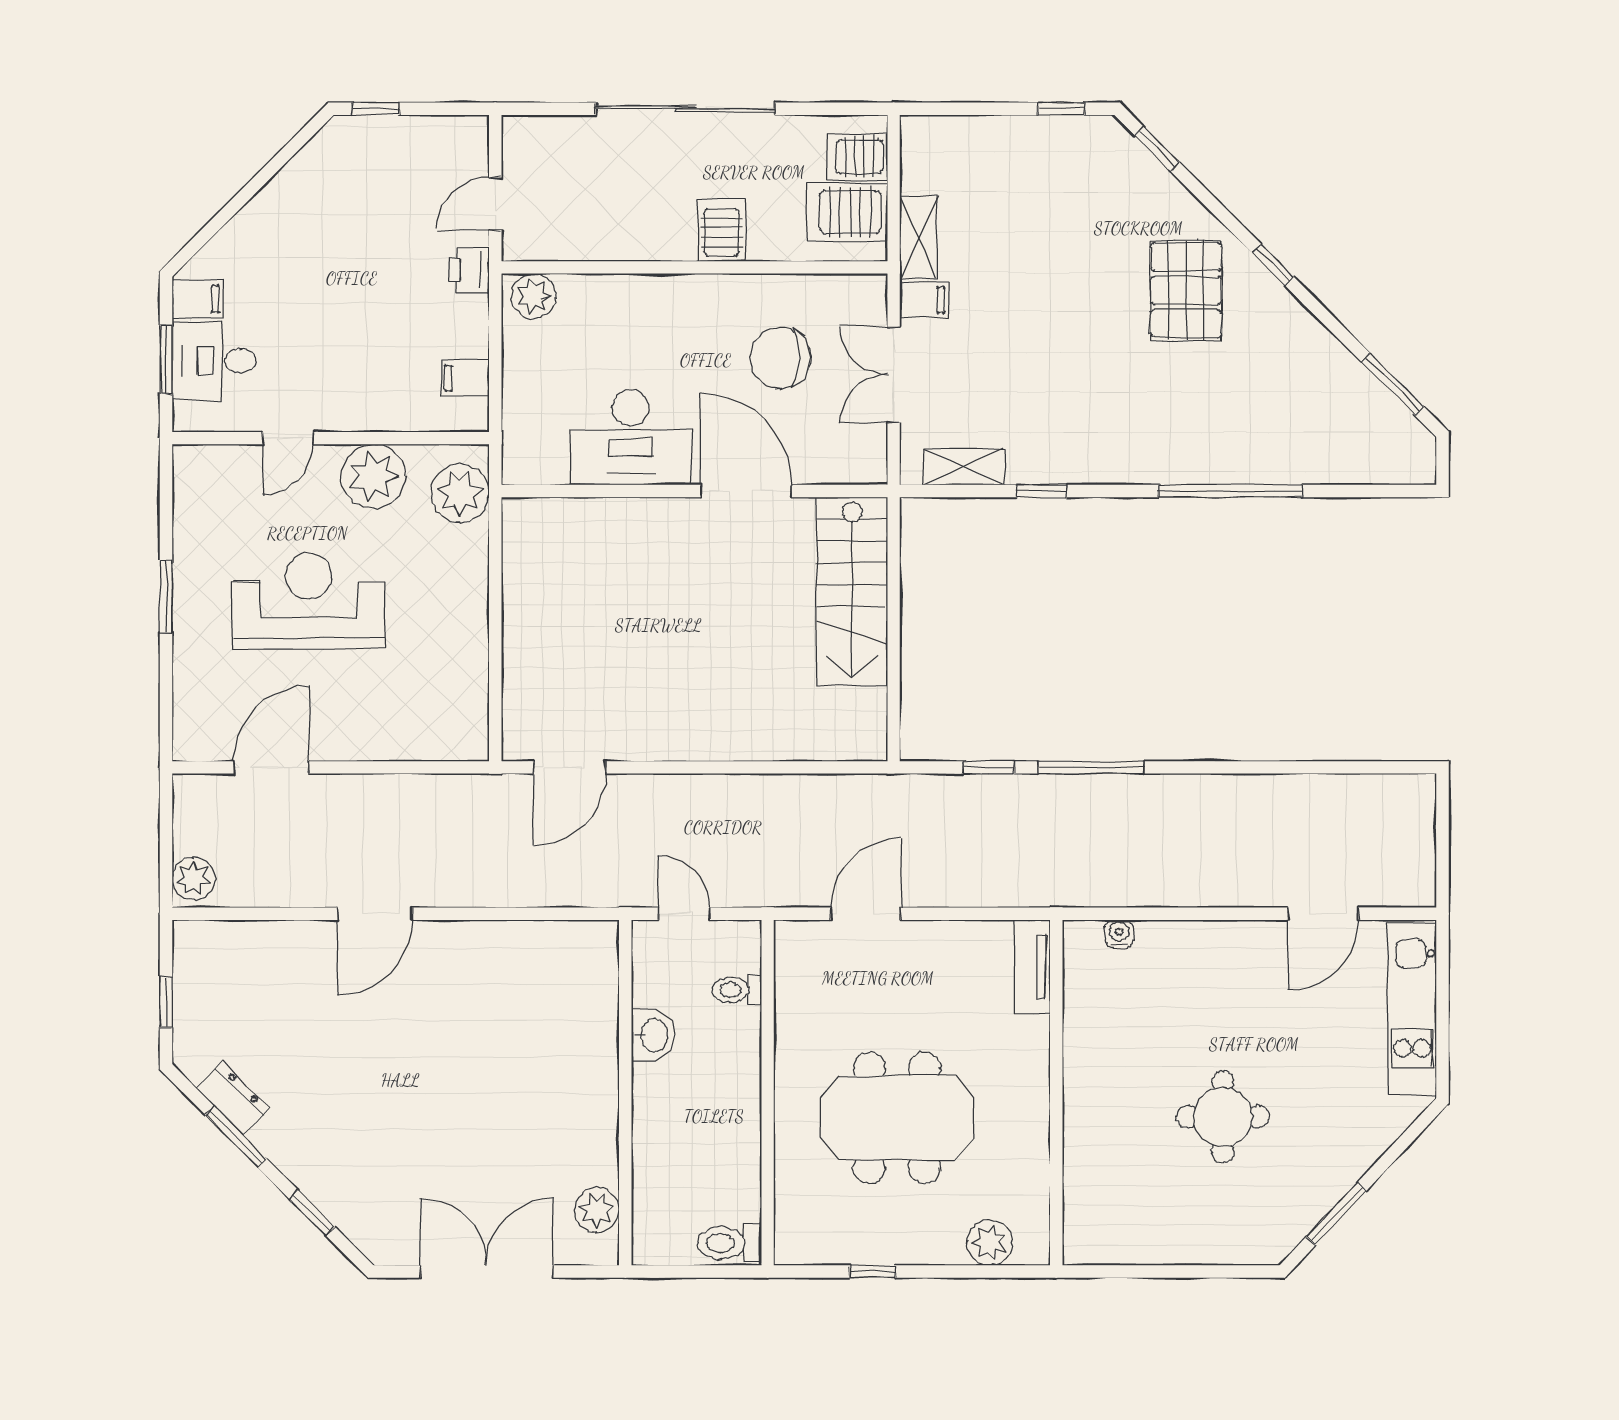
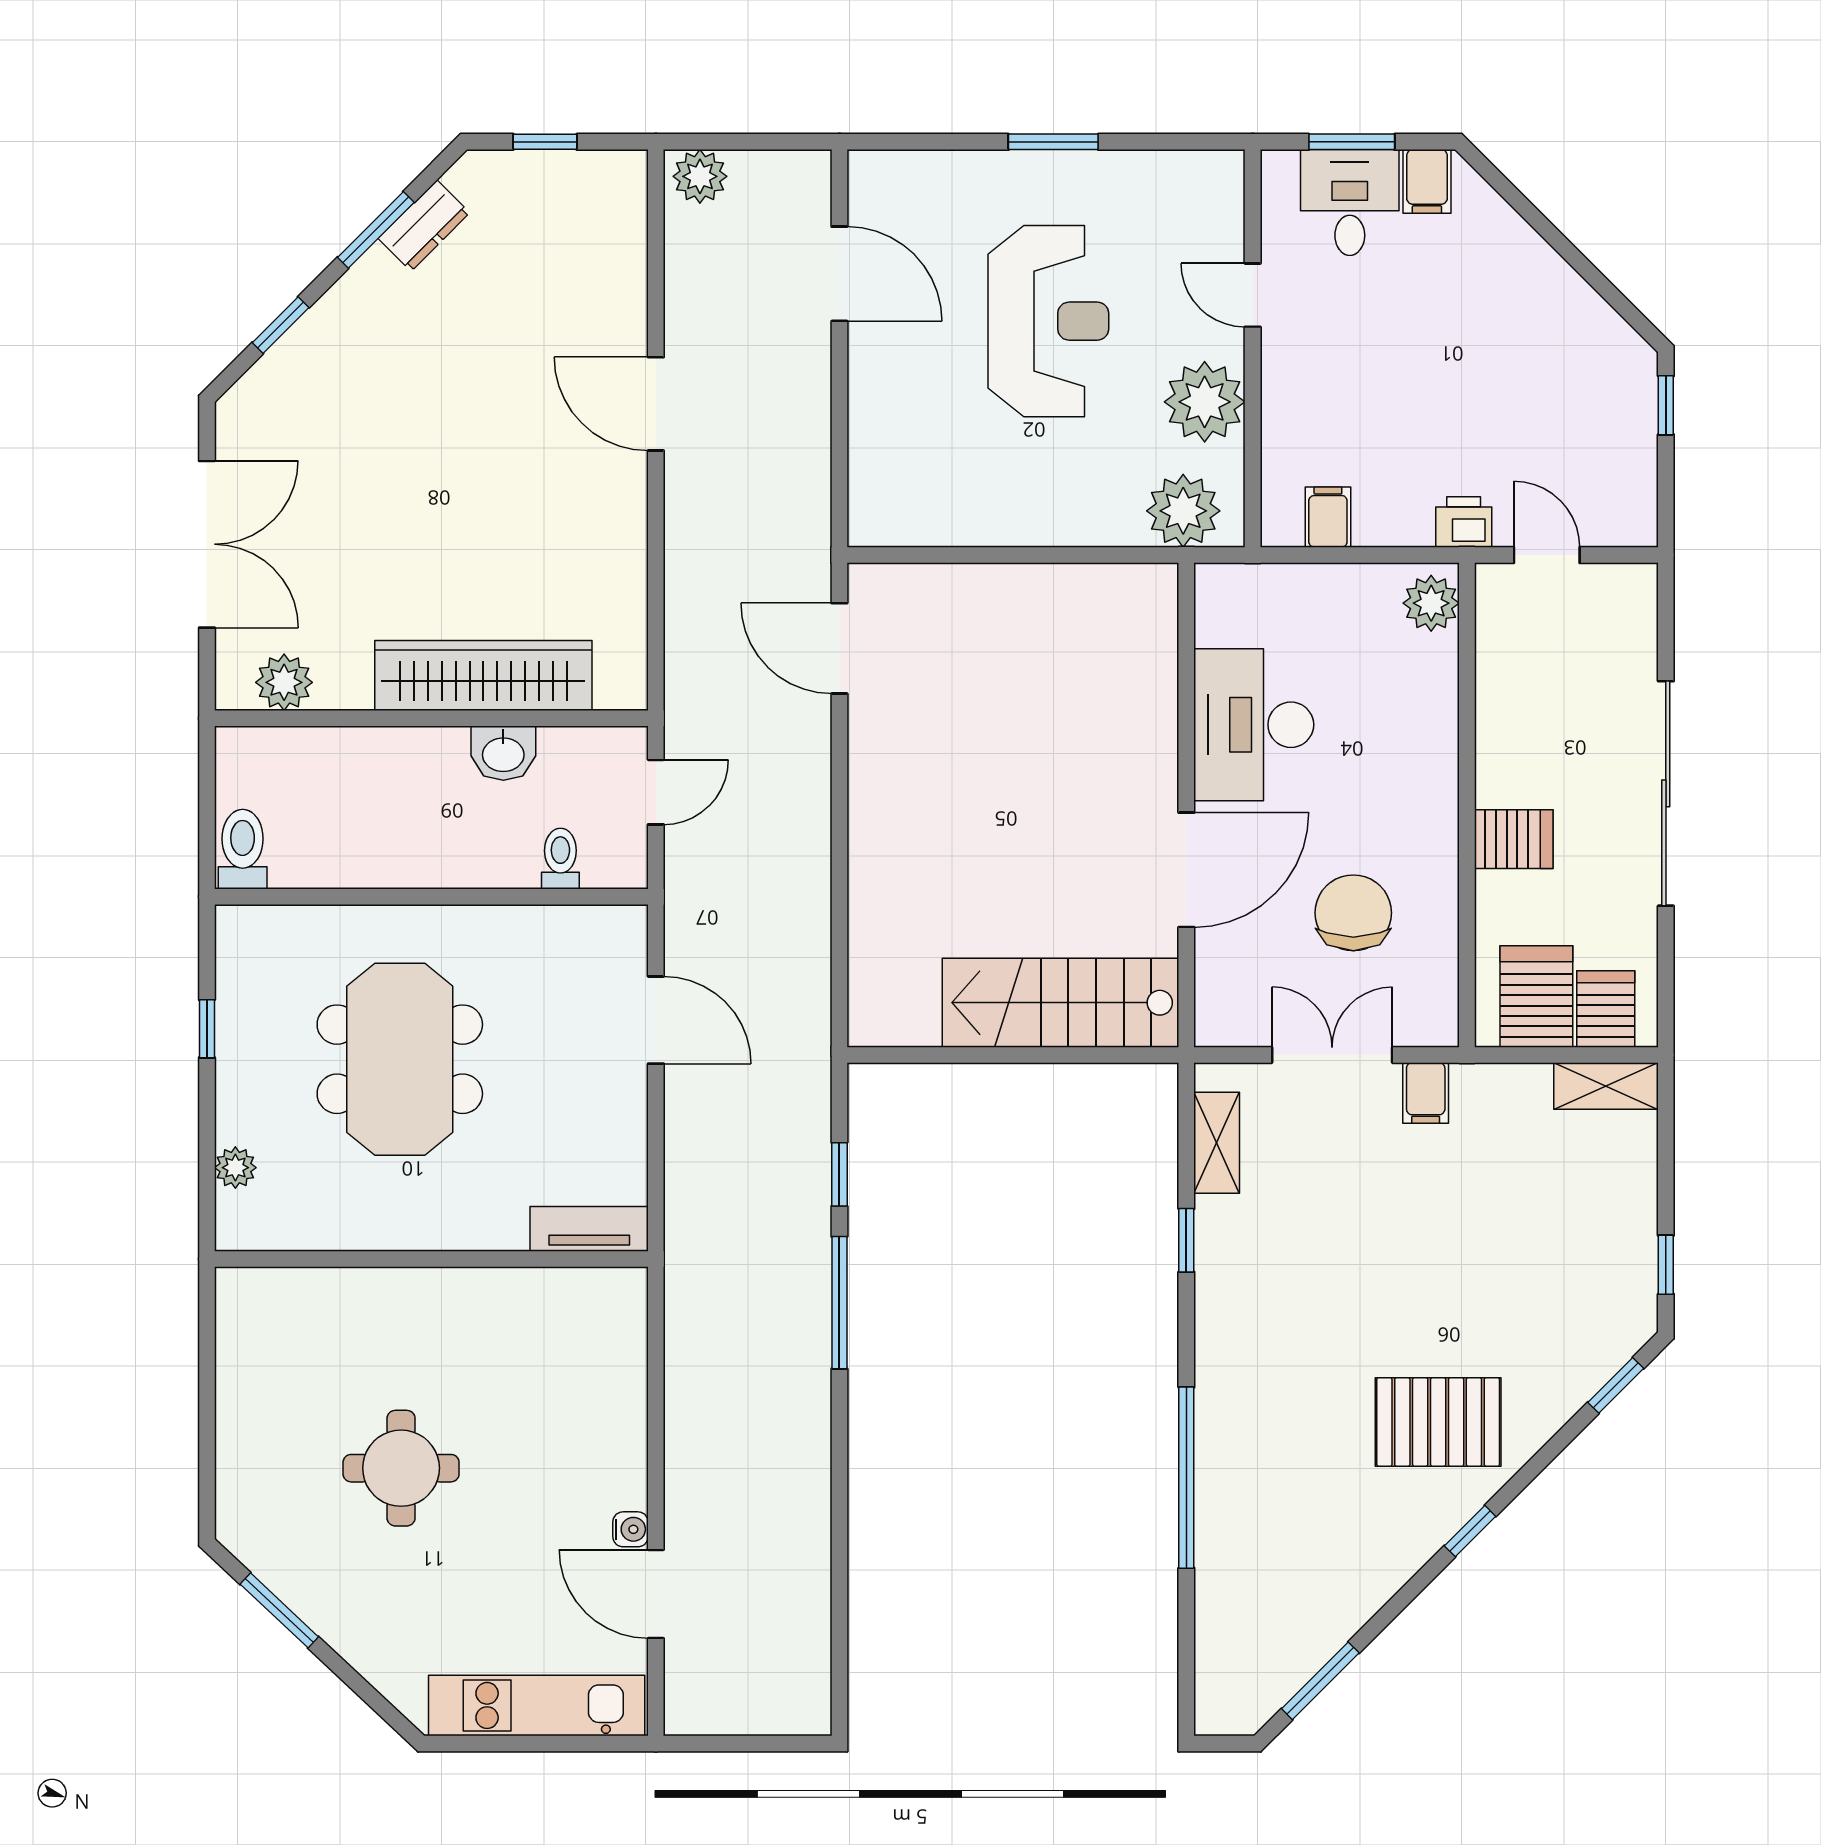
shelving: (918, 237) -> (1606, 1086), moved
water cooler: (1119, 934) -> (631, 1529), moved
wardrobe: (591, 1051) -> (483, 675), added
plant: (990, 1243) -> (235, 1168), width x0.73, depth x0.73

